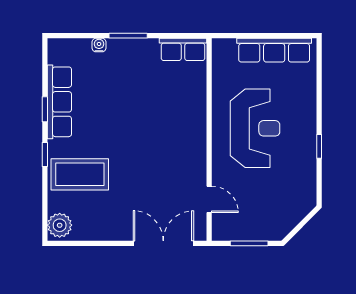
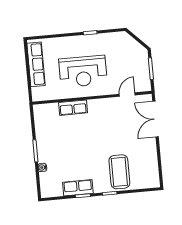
row of seats: (183, 49) -> (73, 108), moved, turned 90
row of seats: (59, 102) -> (78, 188), width x0.68
reception desk: (255, 128) -> (83, 71), turned 180
plant: (60, 225) -> (150, 181), removed

